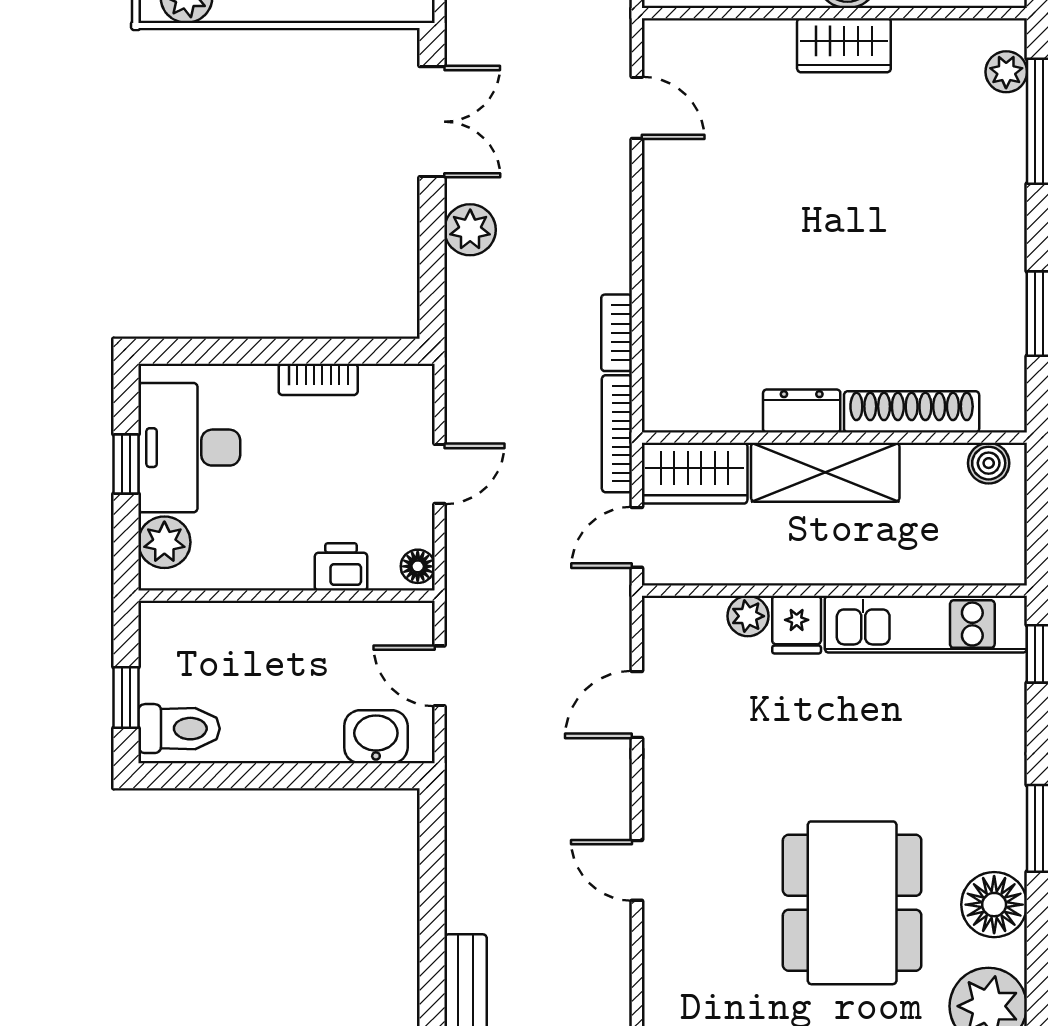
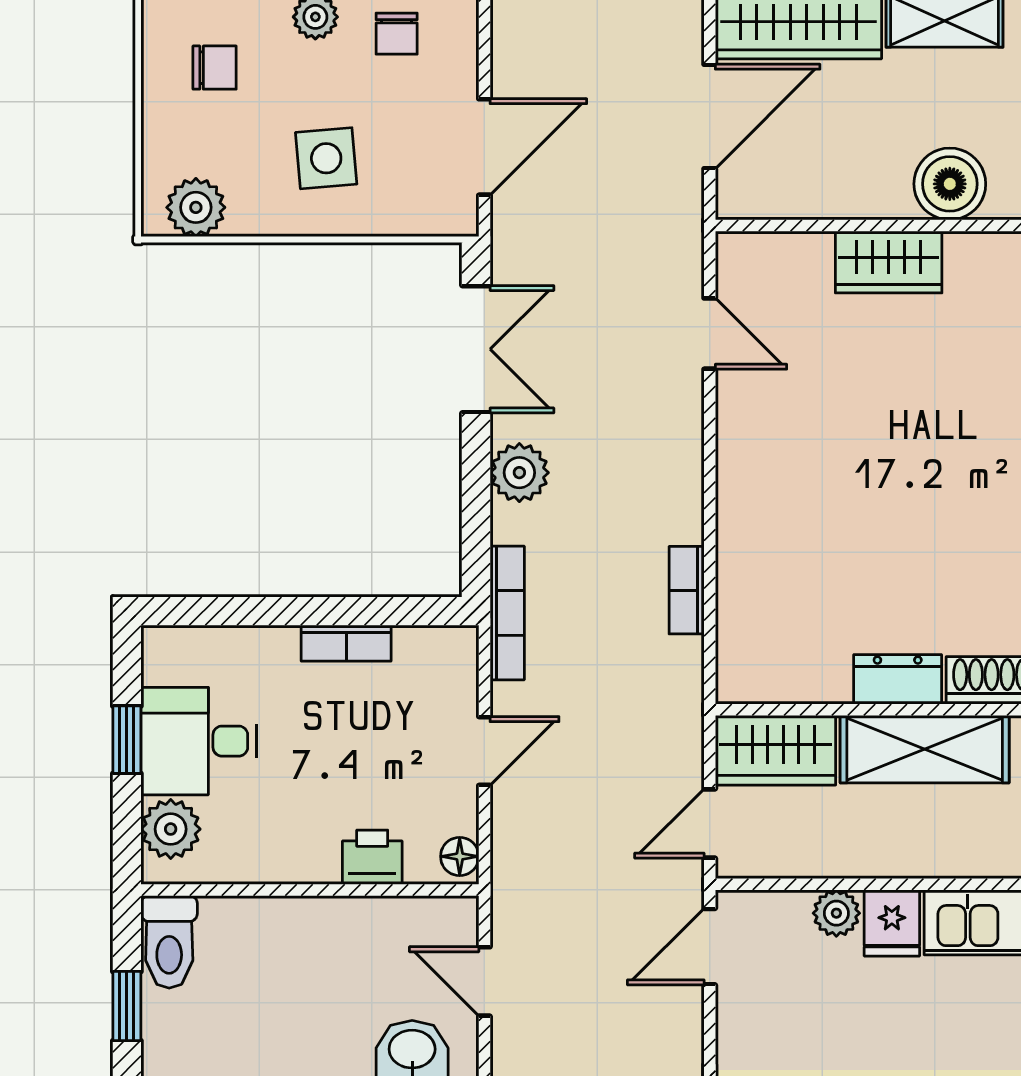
wardrobe: (844, 45) -> (889, 262), moved
bookcase: (617, 434) -> (507, 613), moved, turned 180
desk: (189, 448) -> (199, 741), width x0.73
door: (637, 705) -> (710, 947), moved
toilet: (179, 729) -> (169, 942), moved, turned 90

